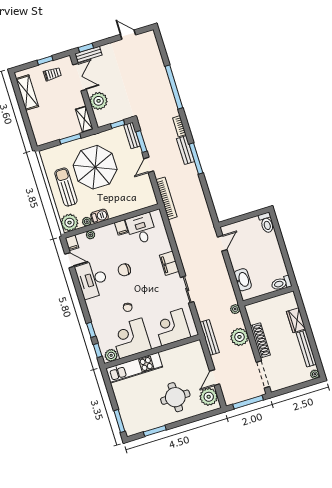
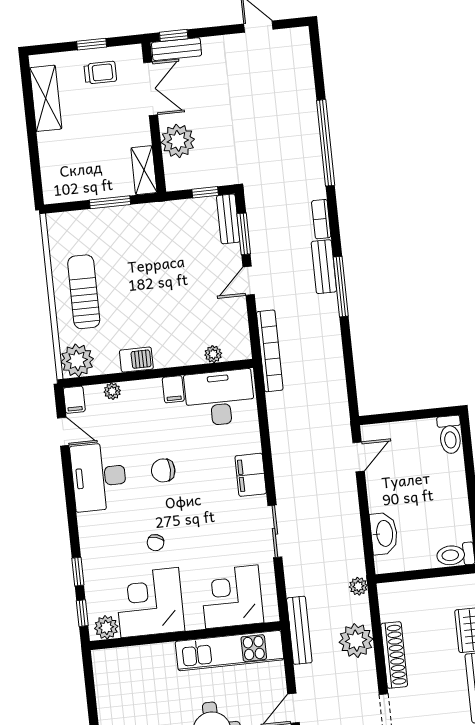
parasol: (95, 167) -> (146, 265), removed
plant: (87, 222) -> (213, 354), moved
desk: (141, 229) -> (220, 398), width x1.37
kitchen unit: (134, 368) -> (230, 651), moved

